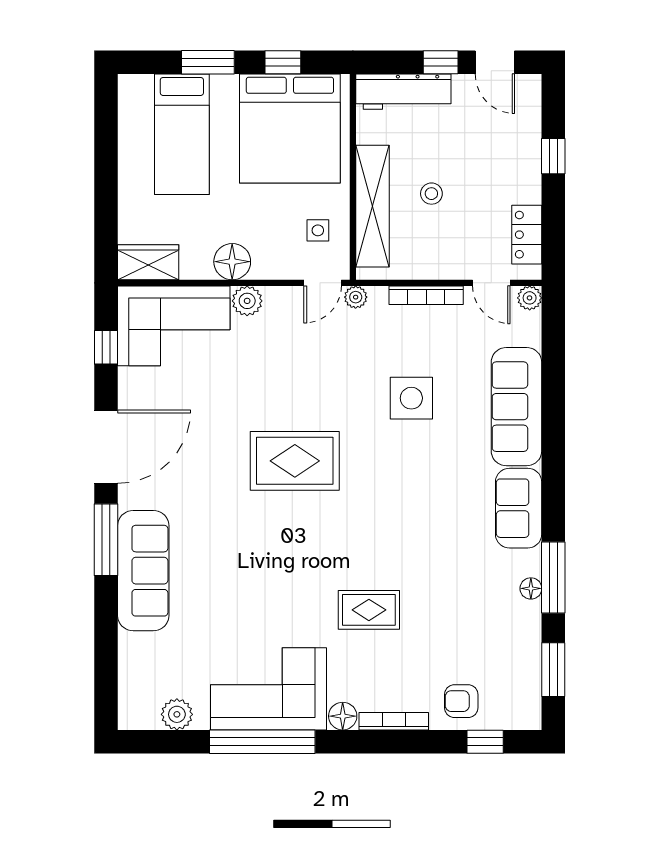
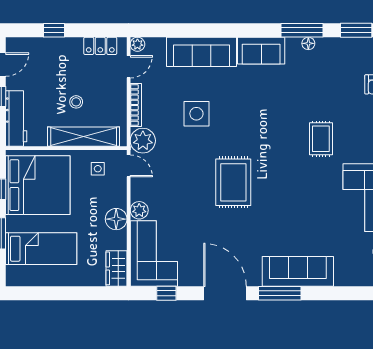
plant: (356, 297) -> (143, 141), width x1.88, depth x1.88

